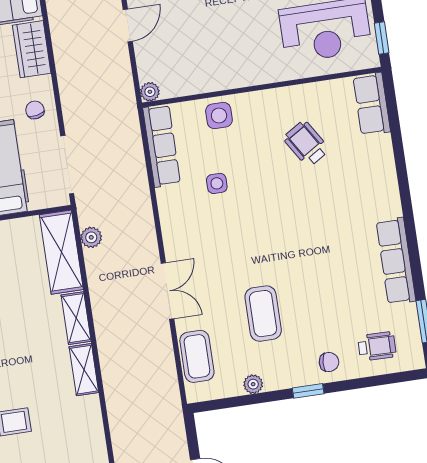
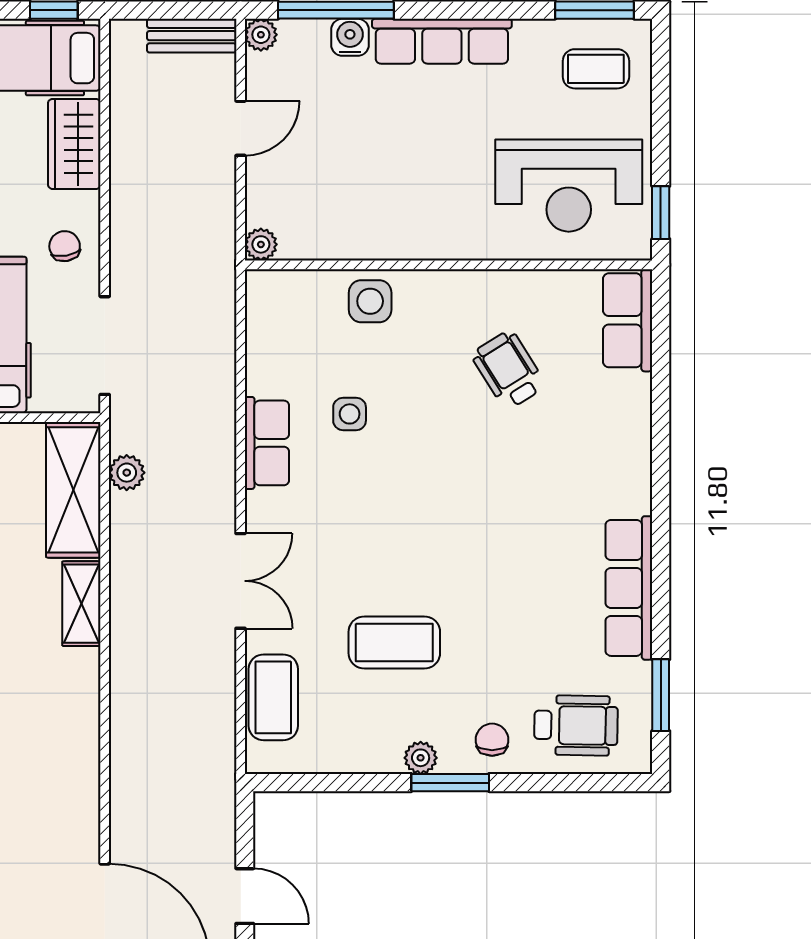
row of seats: (162, 146) -> (267, 443), moved, width x0.68
coffee table: (263, 314) -> (394, 642), turned 90
wheelchair: (377, 346) -> (576, 725), width x1.36, depth x1.37
chair: (329, 362) -> (492, 740), turned -94
shelving: (84, 370) -> (82, 691), removed
plant: (253, 384) -> (421, 758), moved
window: (308, 391) -> (450, 783), width x1.50

